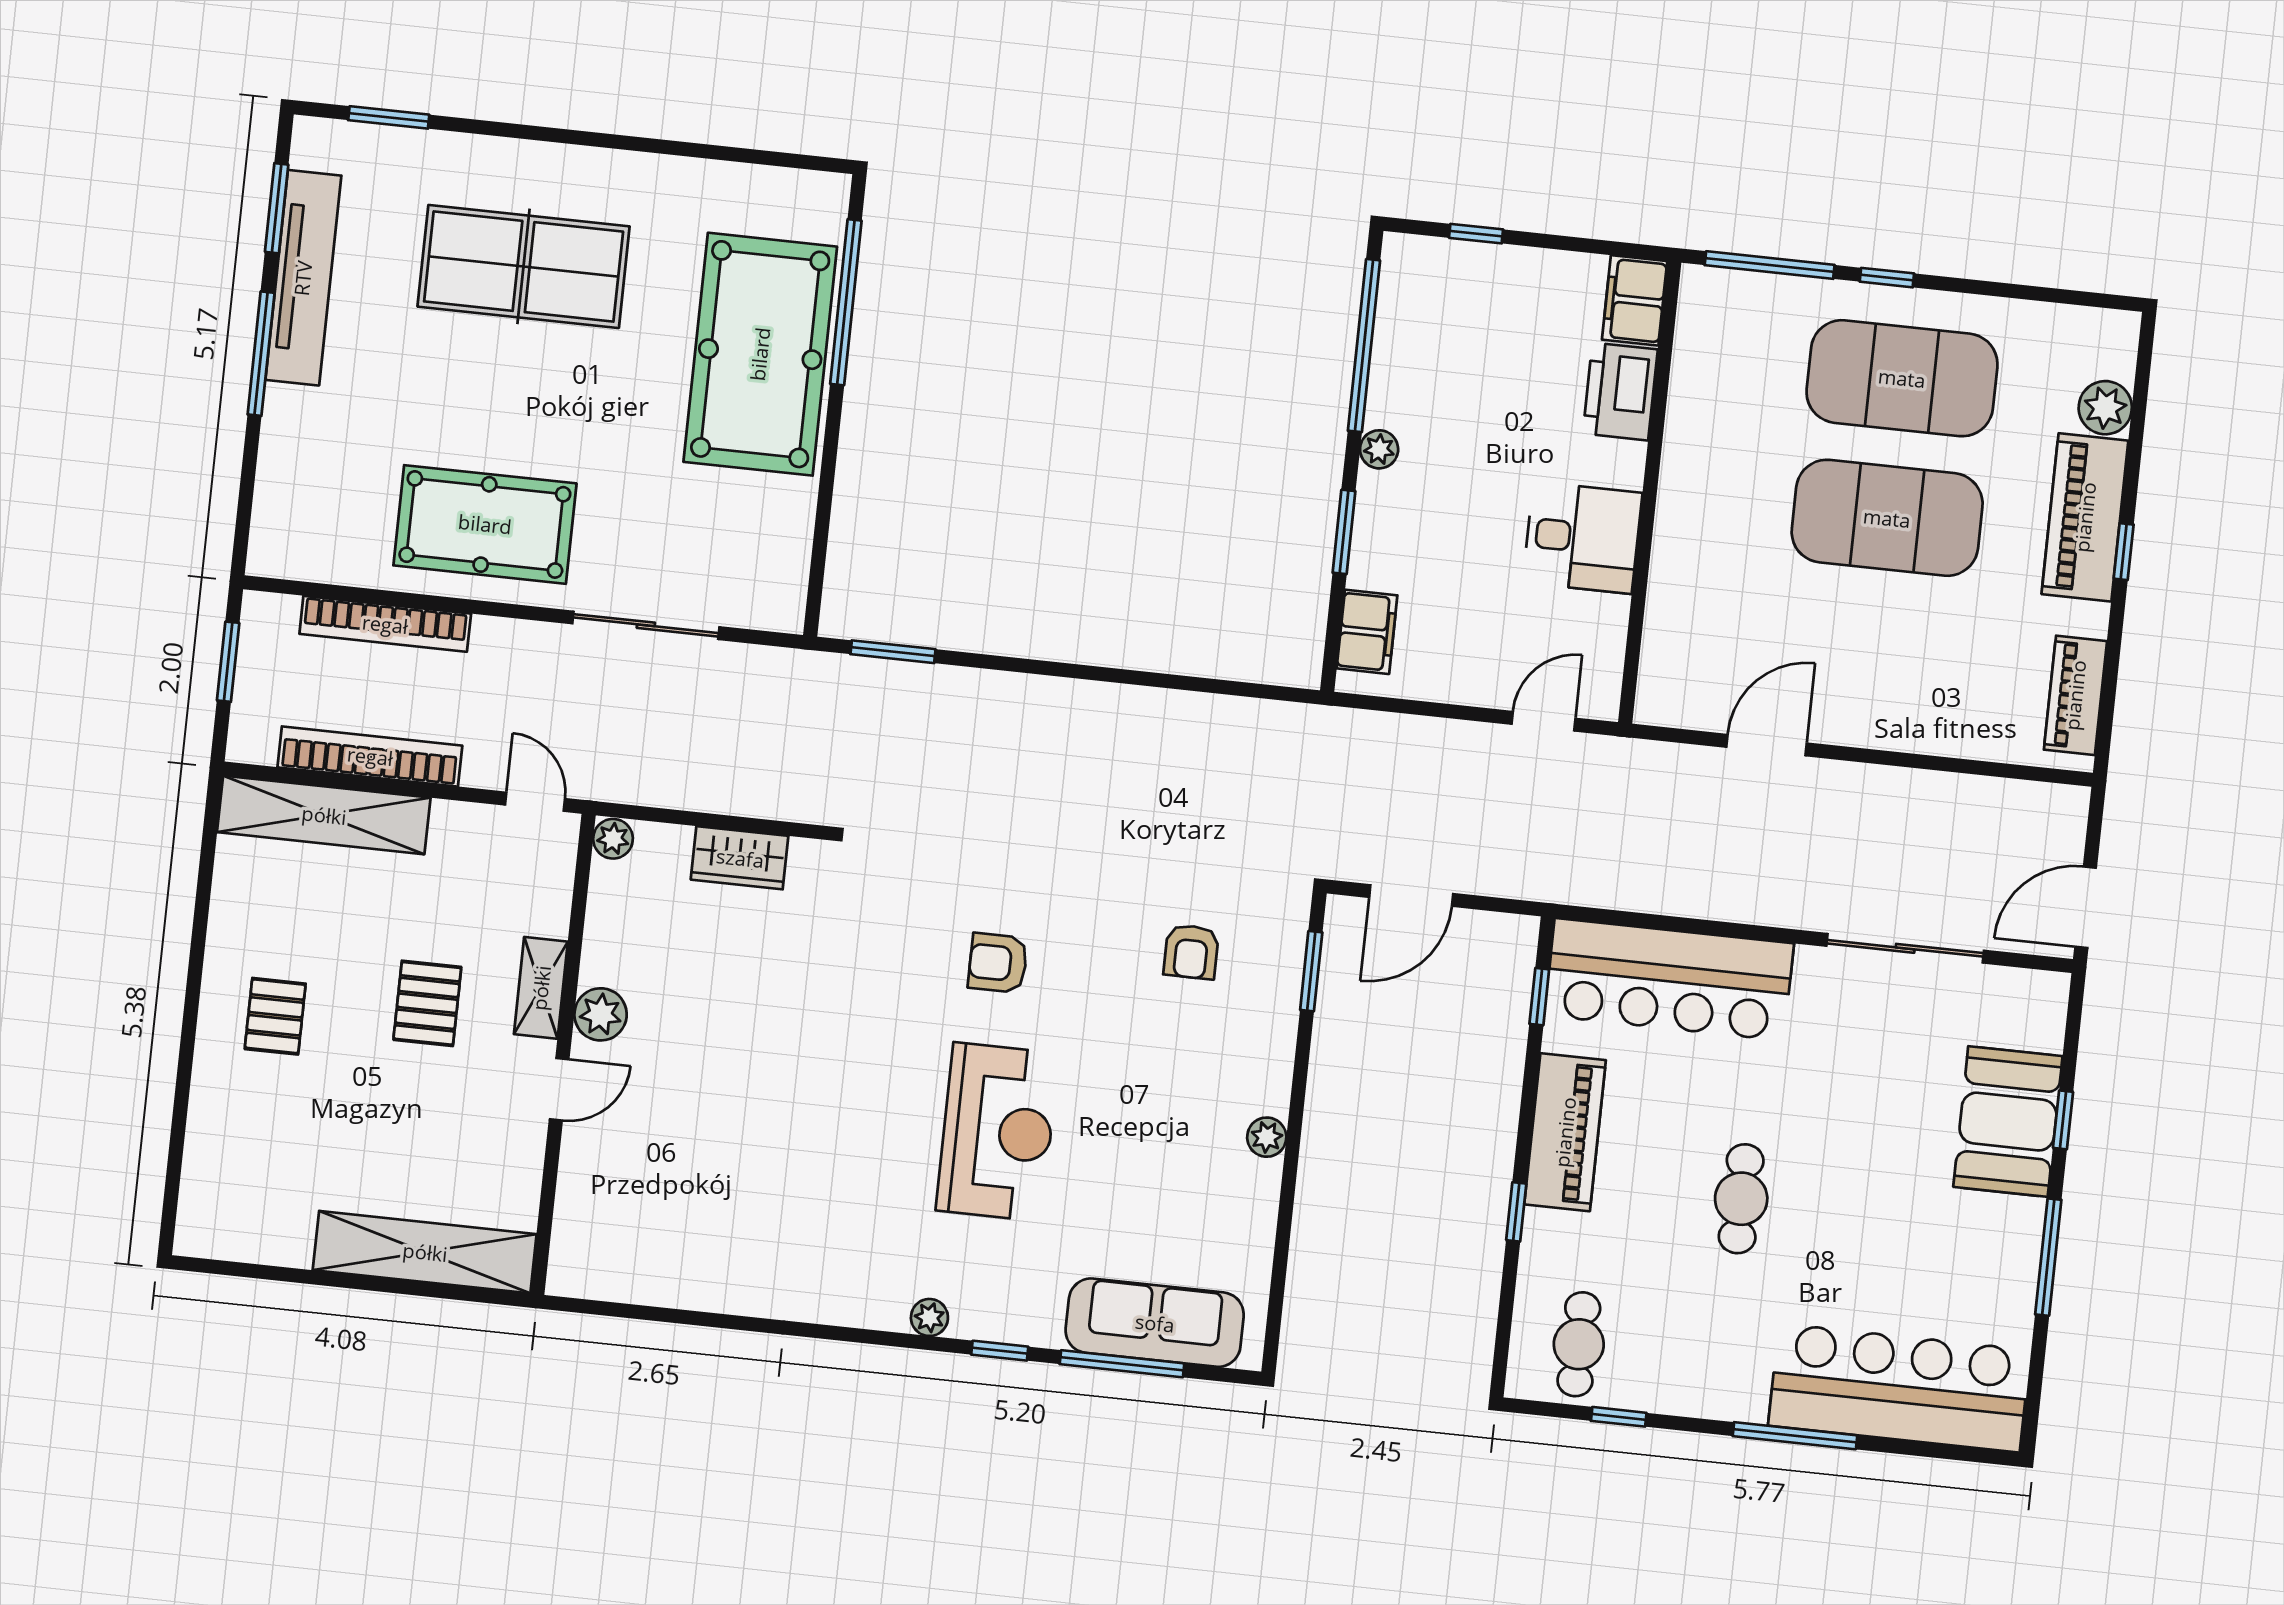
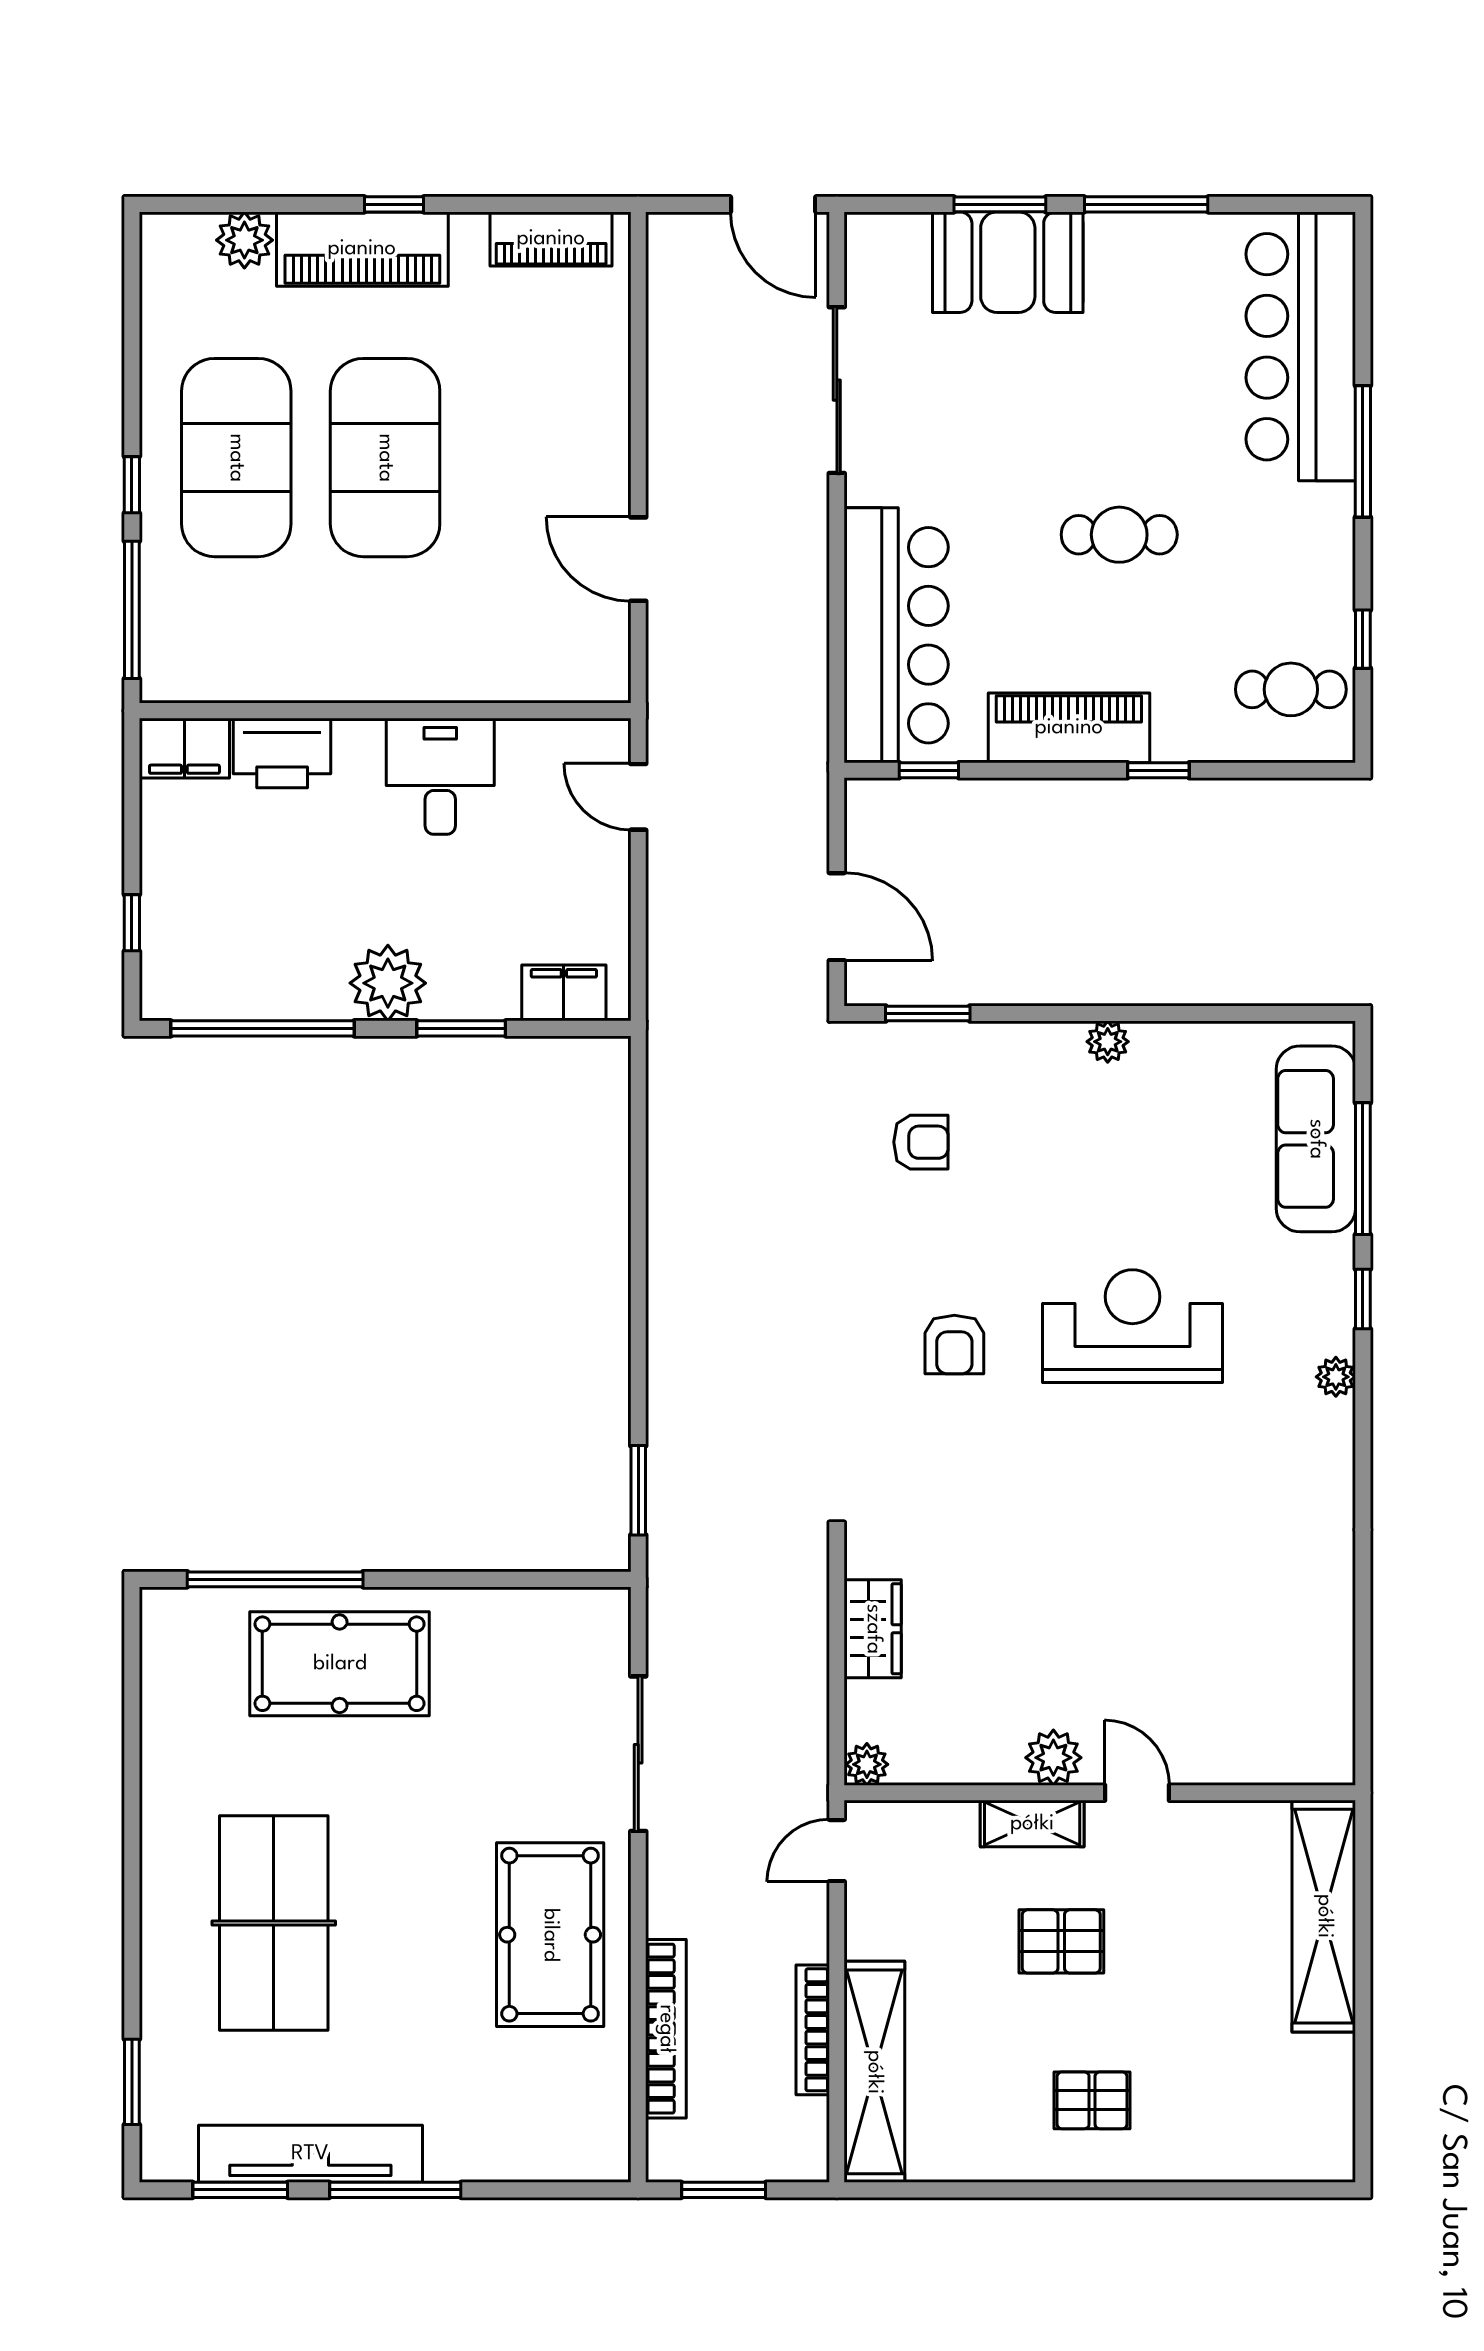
pool table: (760, 354) -> (340, 1664), width x0.73, depth x0.76
plant: (1379, 449) -> (388, 983), width x1.88, depth x1.88
bookcase: (370, 756) -> (813, 2030), width x0.68, depth x0.76
window: (2063, 1120) -> (1000, 204), width x1.50

